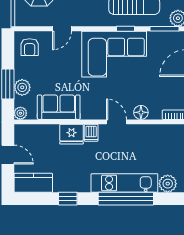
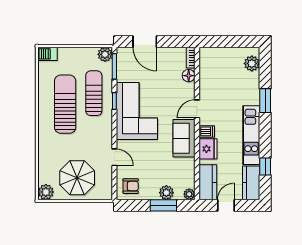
sofa: (59, 107) -> (184, 138), moved
floor lamp: (141, 112) -> (189, 76), moved
kitchen counter: (34, 134) -> (208, 182), added
kitchen unit: (124, 183) -> (251, 135), moved
window: (68, 199) -> (265, 166), moved
window: (126, 199) -> (265, 101), width x0.47

